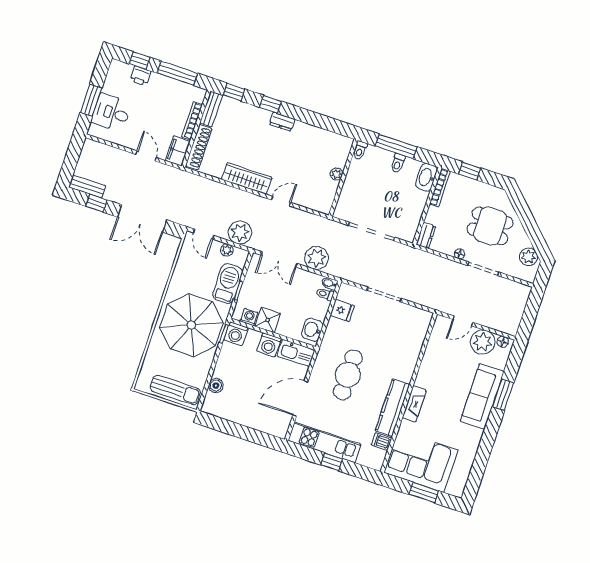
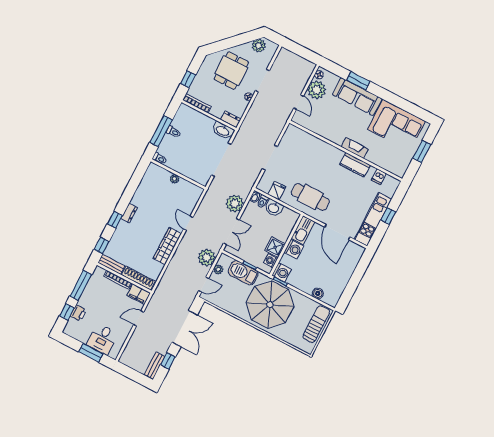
washbasin: (426, 177) -> (223, 131), moved
washbasin: (312, 330) -> (274, 208), moved
cafe table: (348, 375) -> (310, 197), moved
kitchen counter: (392, 408) -> (355, 165), width x0.67
corner sofa: (421, 461) -> (396, 125), moved, turned -90

